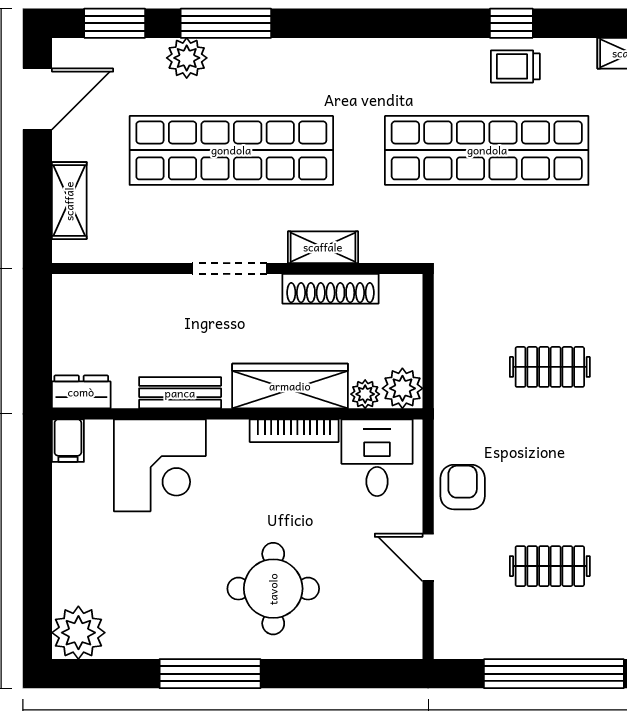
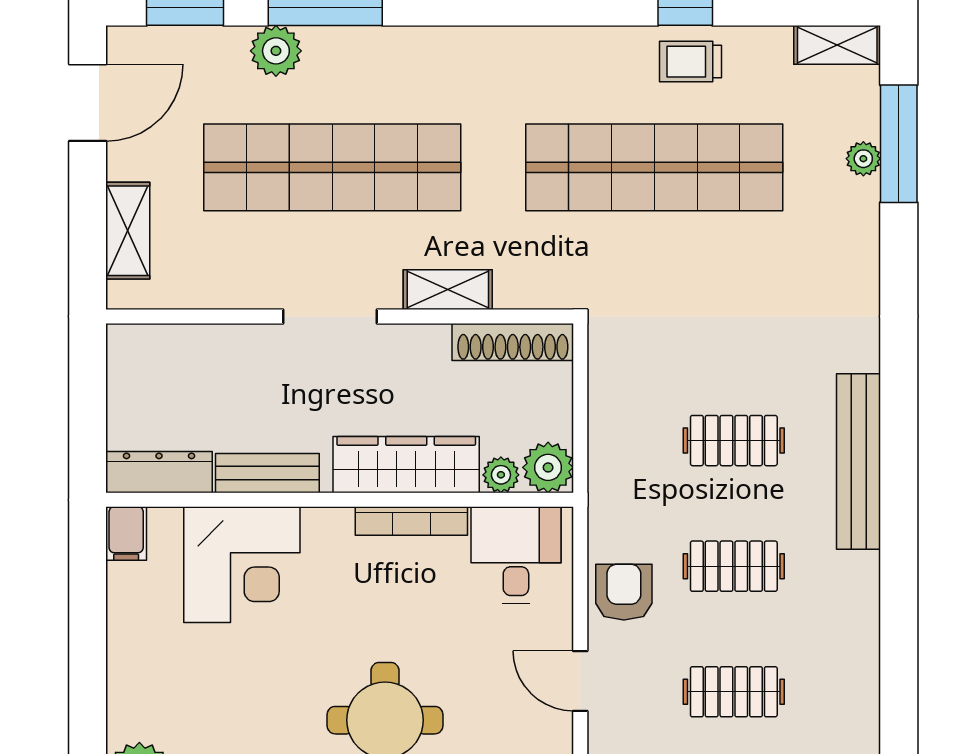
shoe rack: (331, 289) -> (513, 342), moved
dresser: (81, 392) -> (159, 472), width x1.44
clothes rail: (550, 467) -> (734, 566), added

